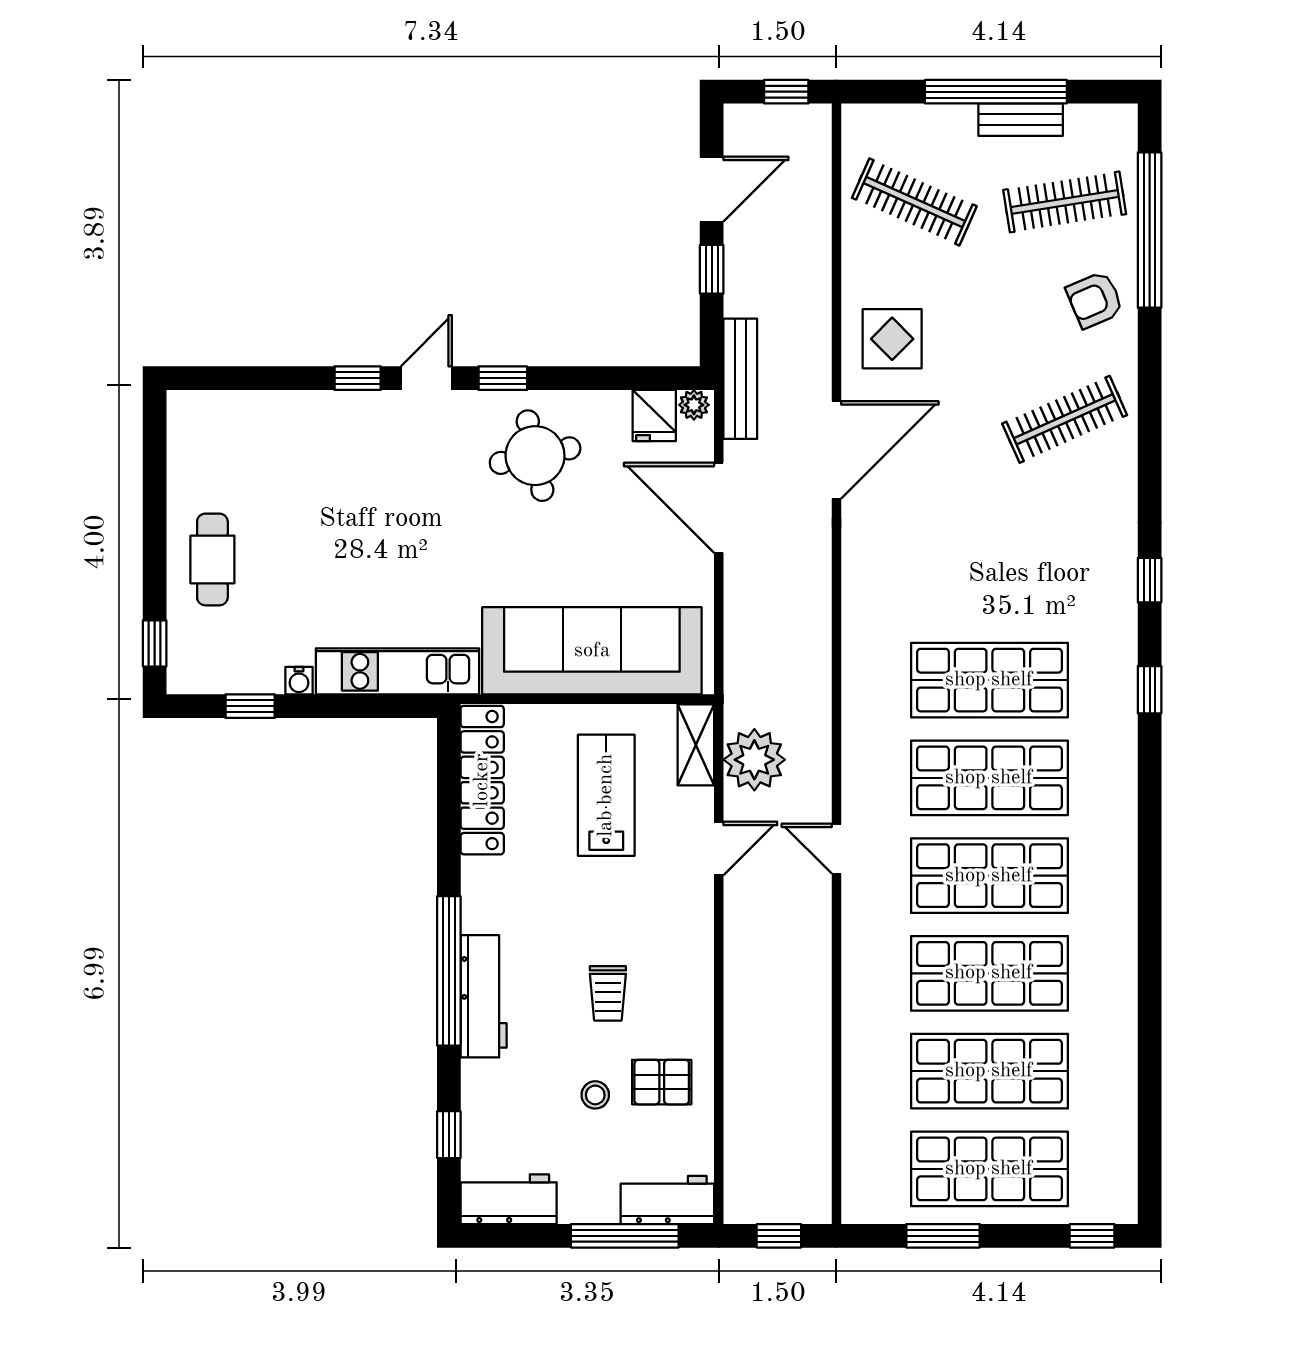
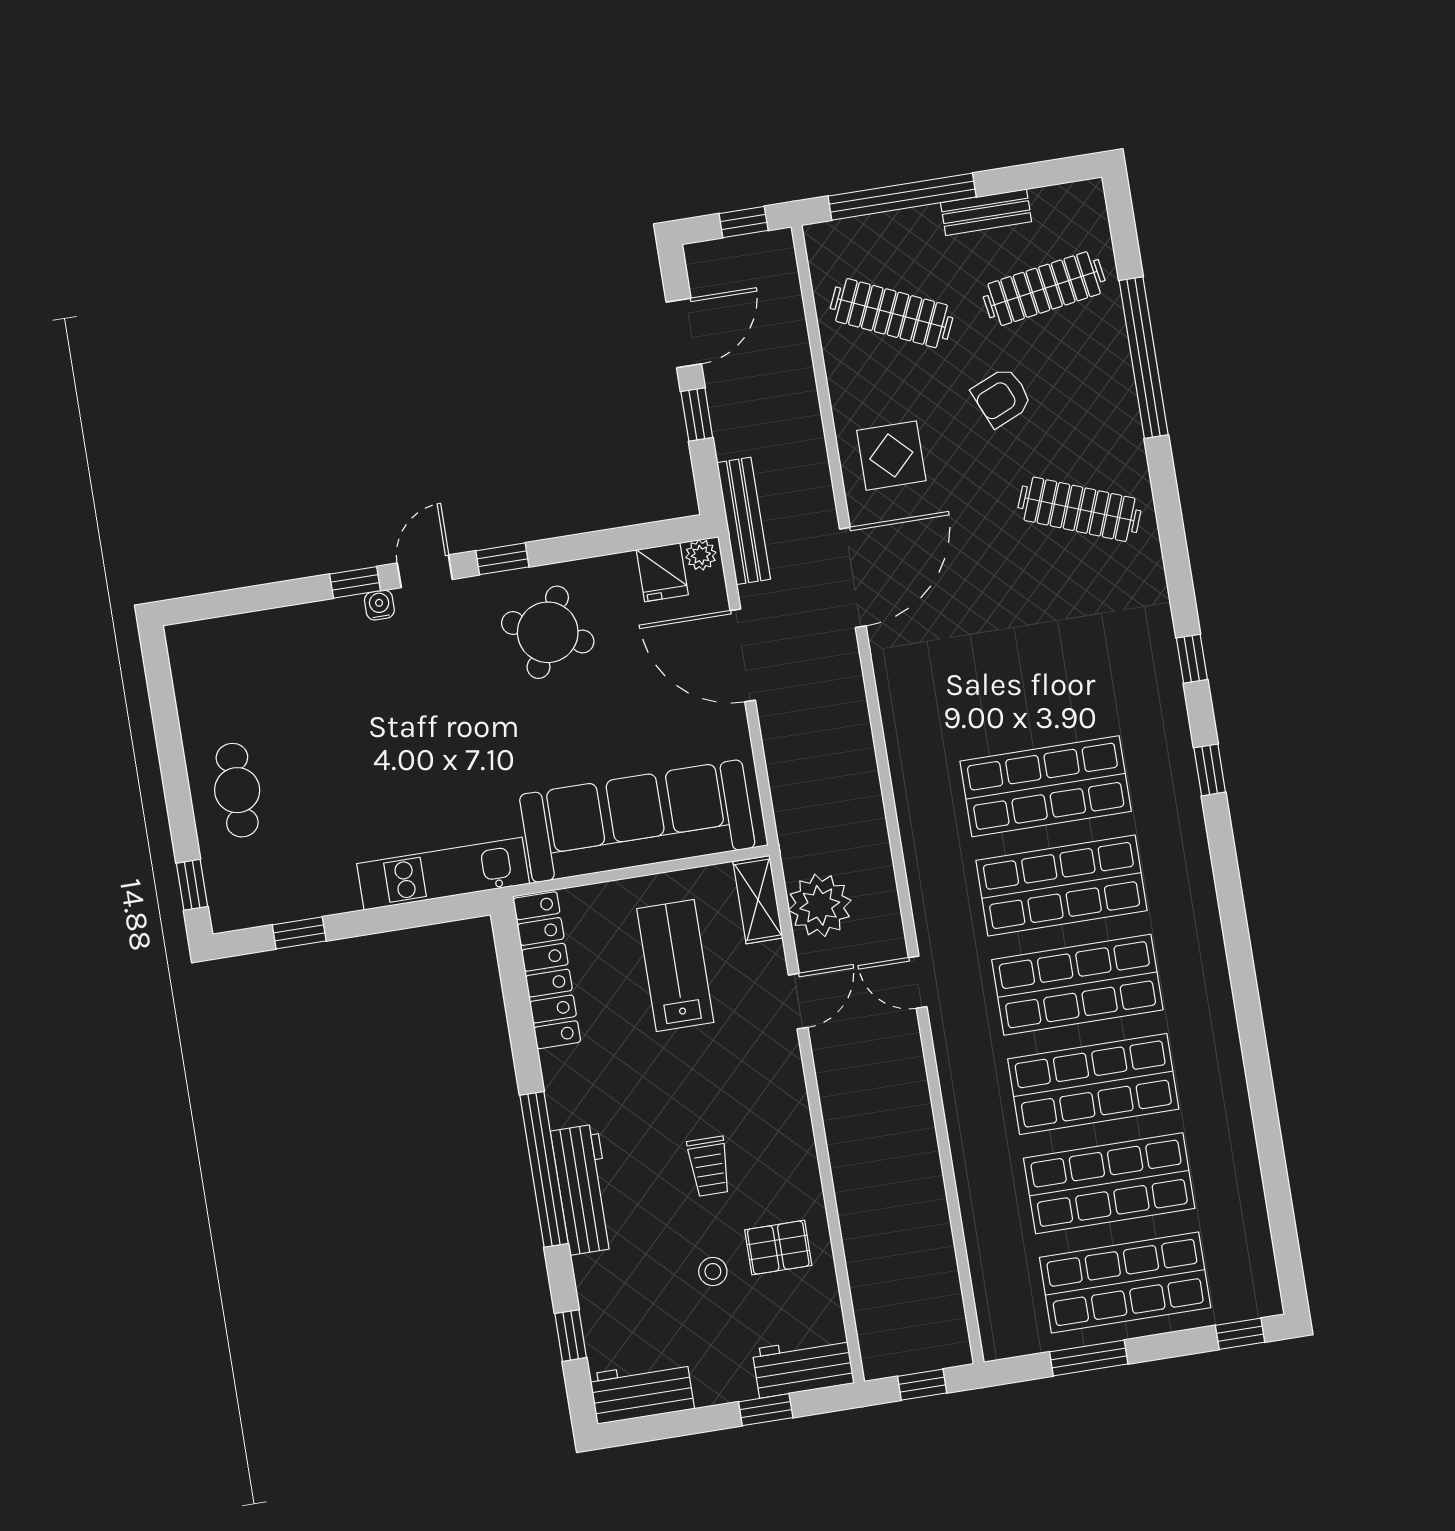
window: (996, 92) -> (902, 197), moved
window: (1150, 230) -> (1144, 358), moved
armchair: (1095, 300) -> (1002, 397), moved
clothes rail: (1065, 419) -> (1079, 509), turned 45
round table: (535, 456) -> (548, 632), turned 36
water cooler: (299, 681) -> (379, 605), moved, turned 180
window: (625, 1236) -> (766, 1410), width x0.46

